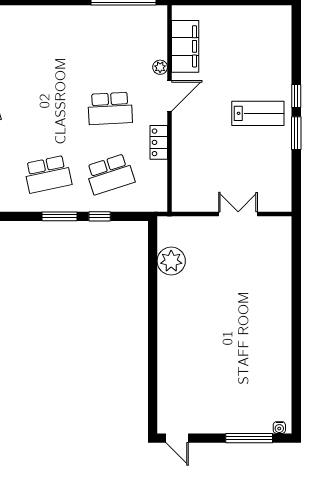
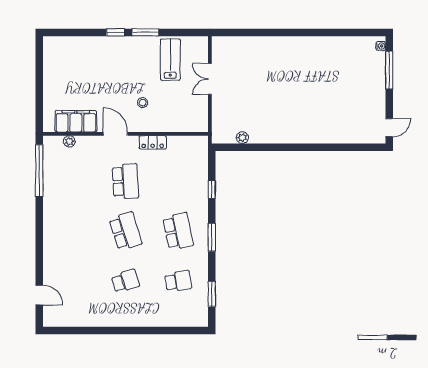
plant: (160, 67) -> (69, 141), moved
lab bench: (258, 113) -> (170, 60), moved
stool: (208, 130) -> (143, 103), added
school desk: (110, 174) -> (126, 231), moved
window: (59, 216) -> (212, 237), moved
plant: (171, 261) -> (242, 138), width x0.53, depth x0.53

